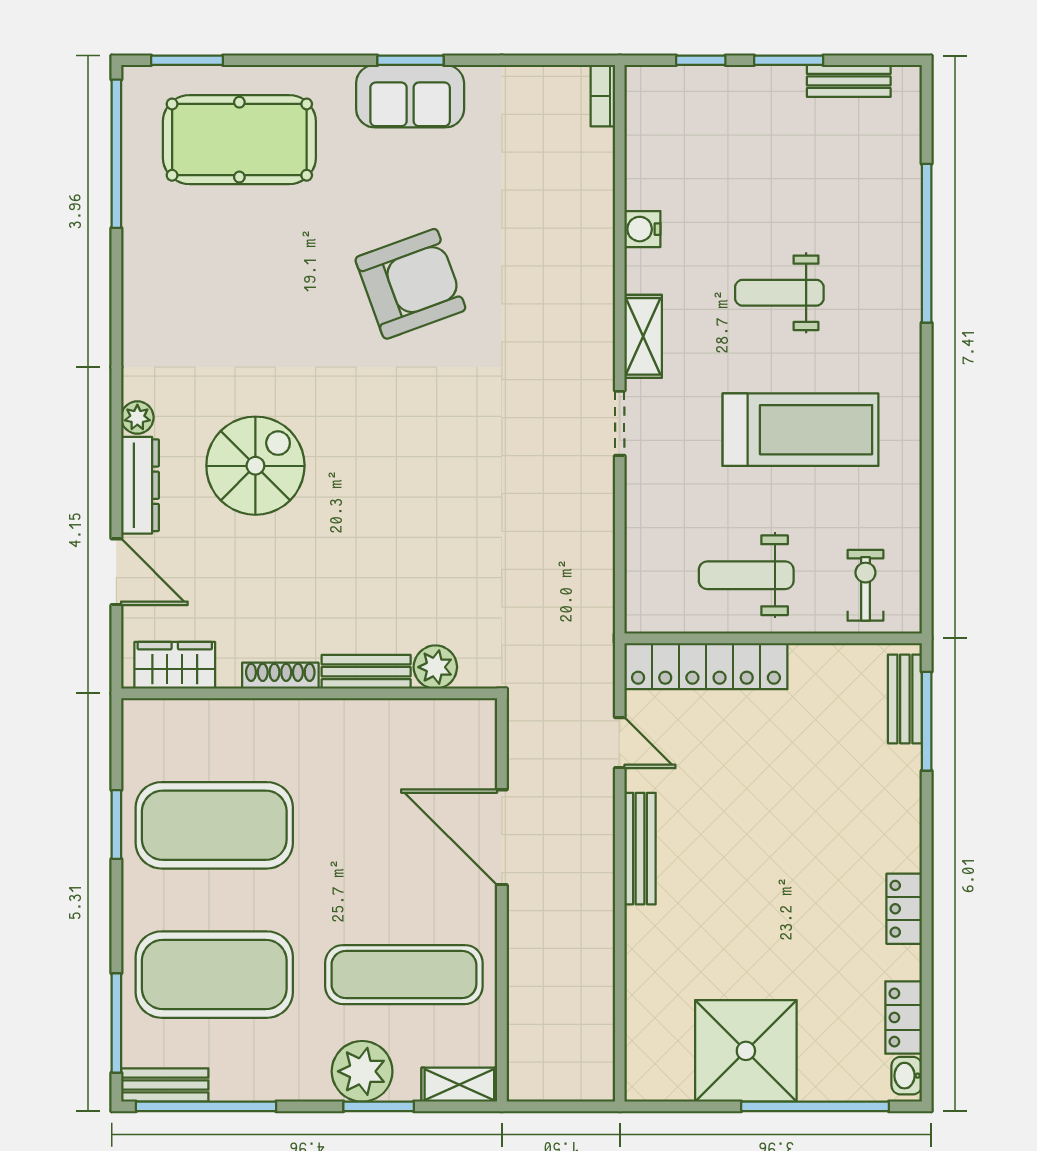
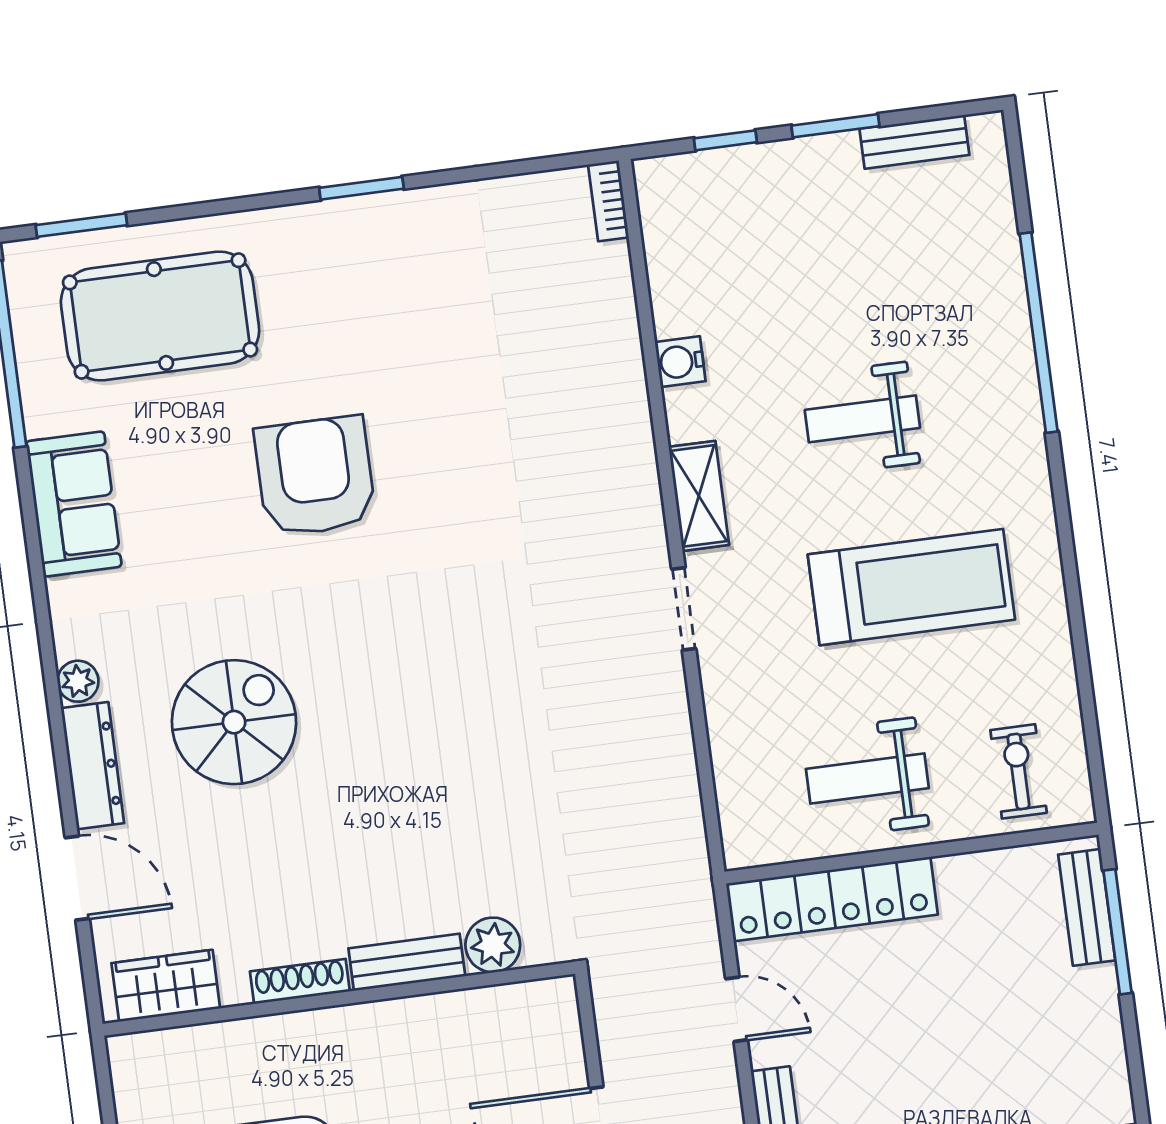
sofa: (410, 96) -> (74, 504), moved, turned -90
armchair: (410, 284) -> (315, 476), moved, turned -70

